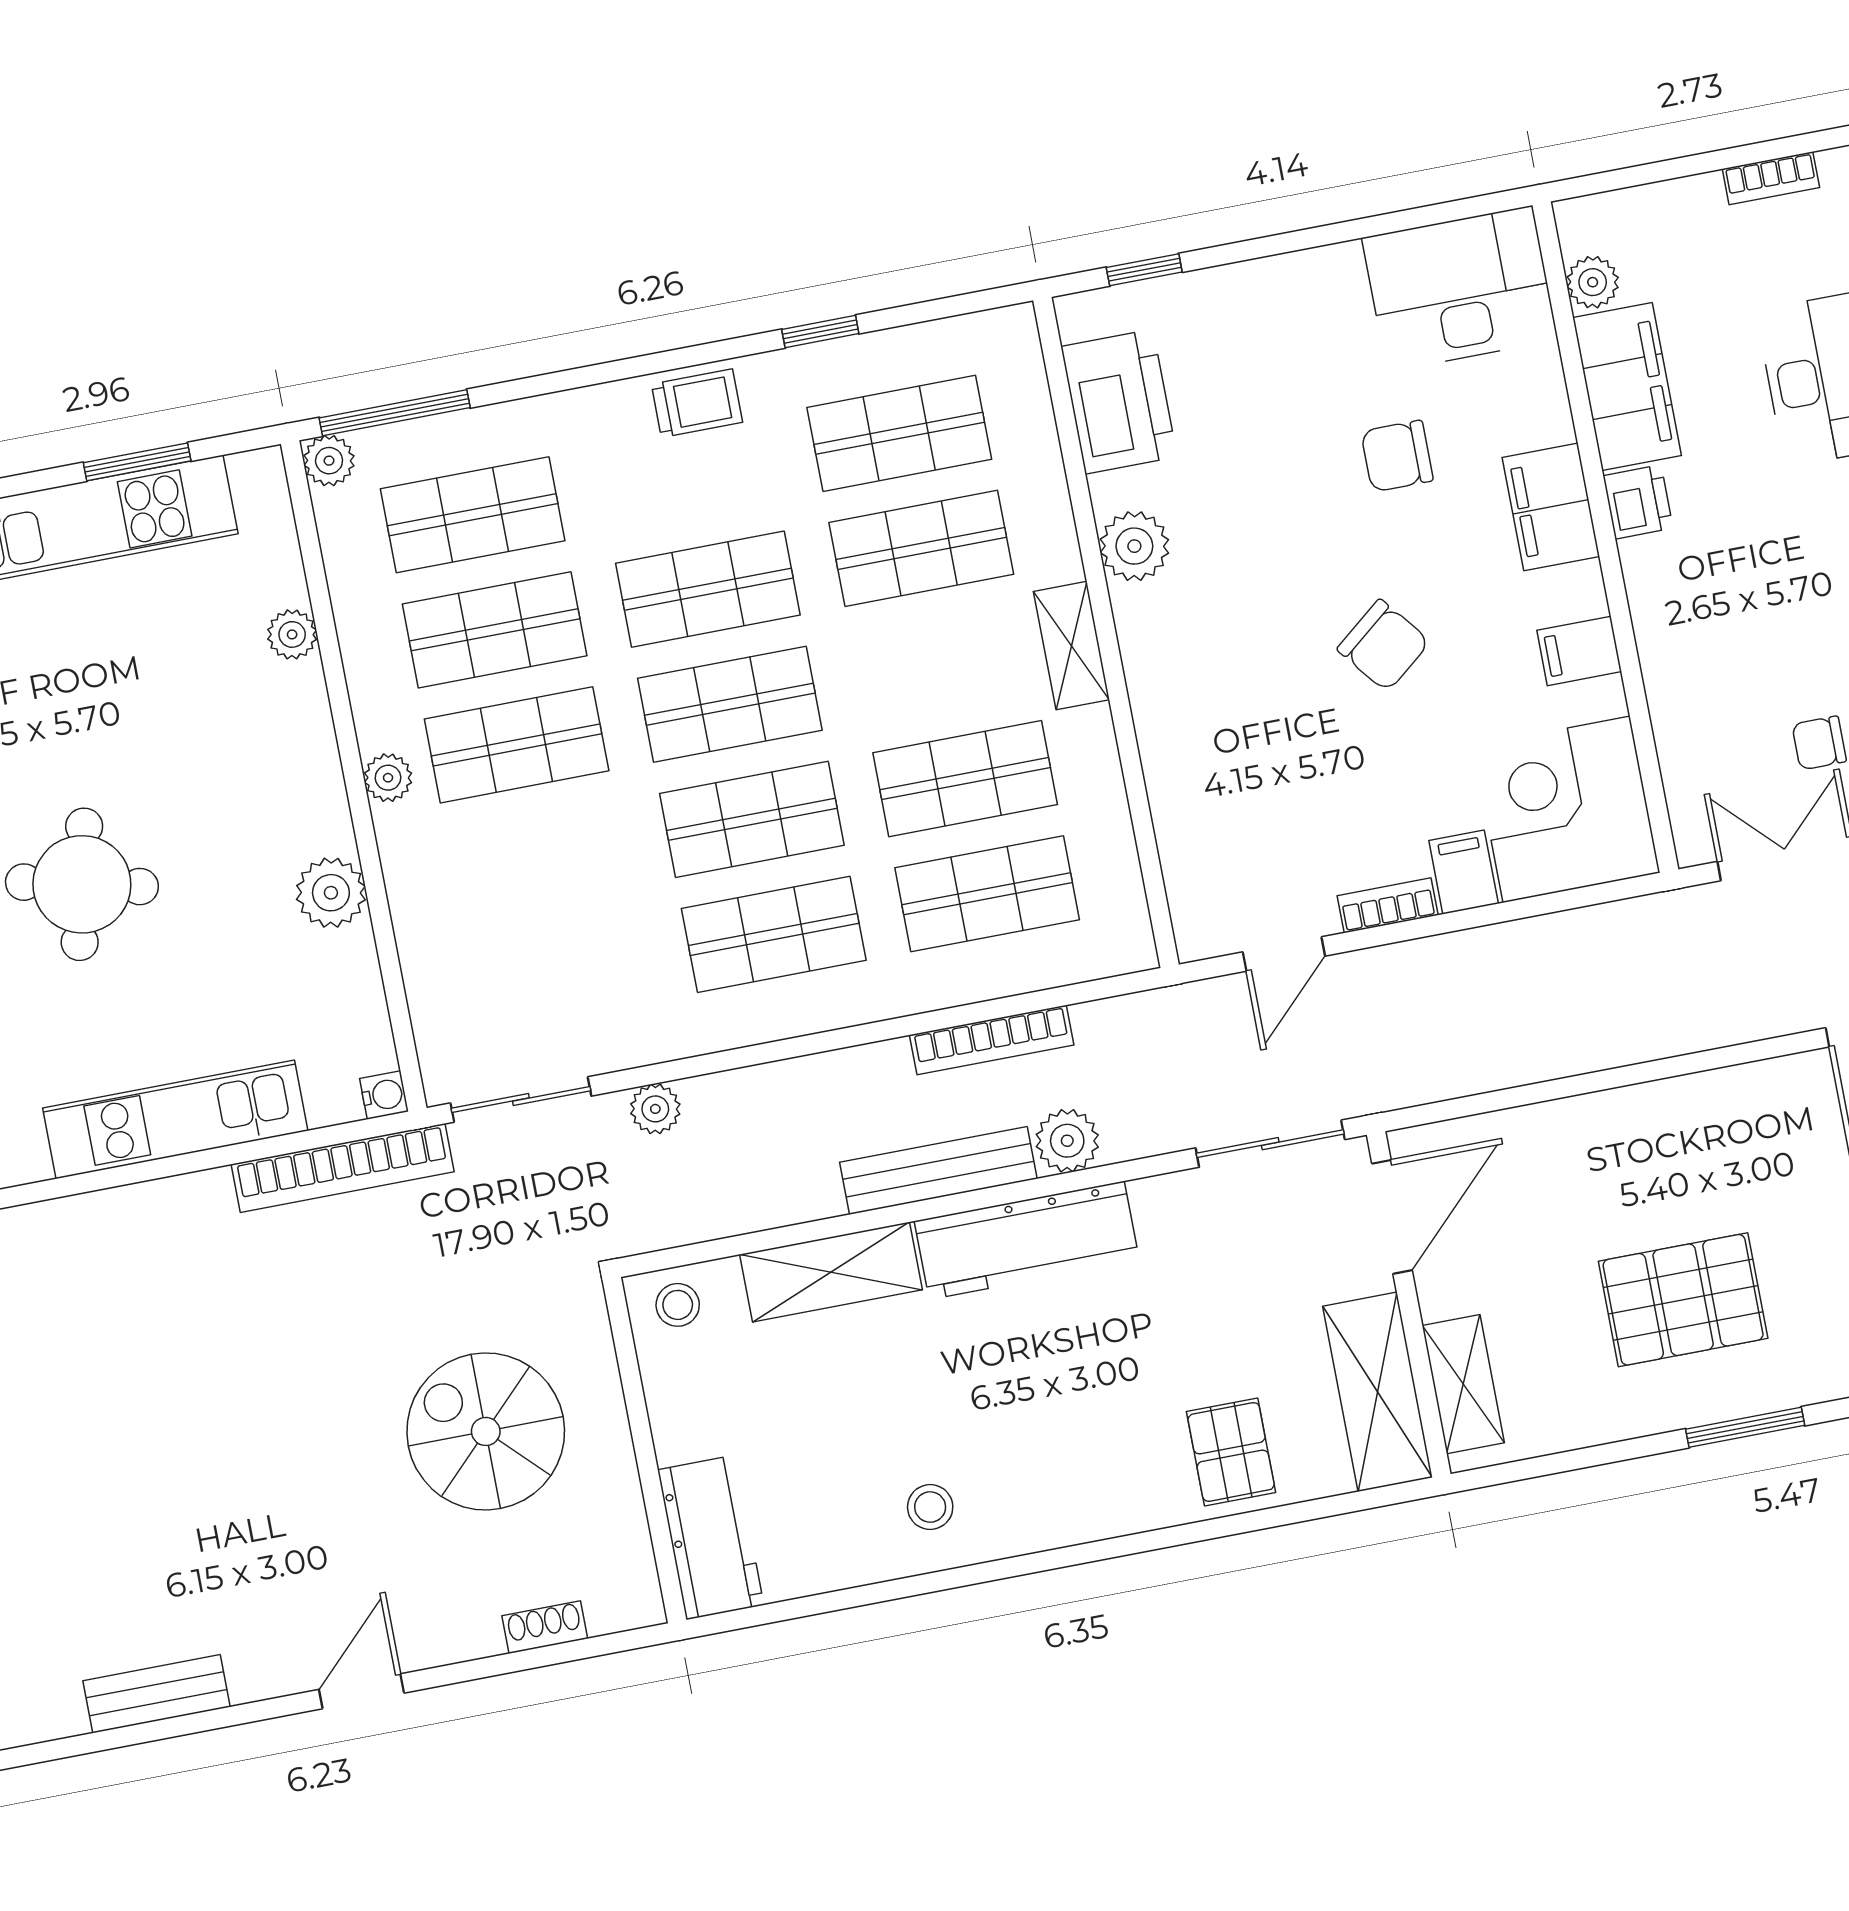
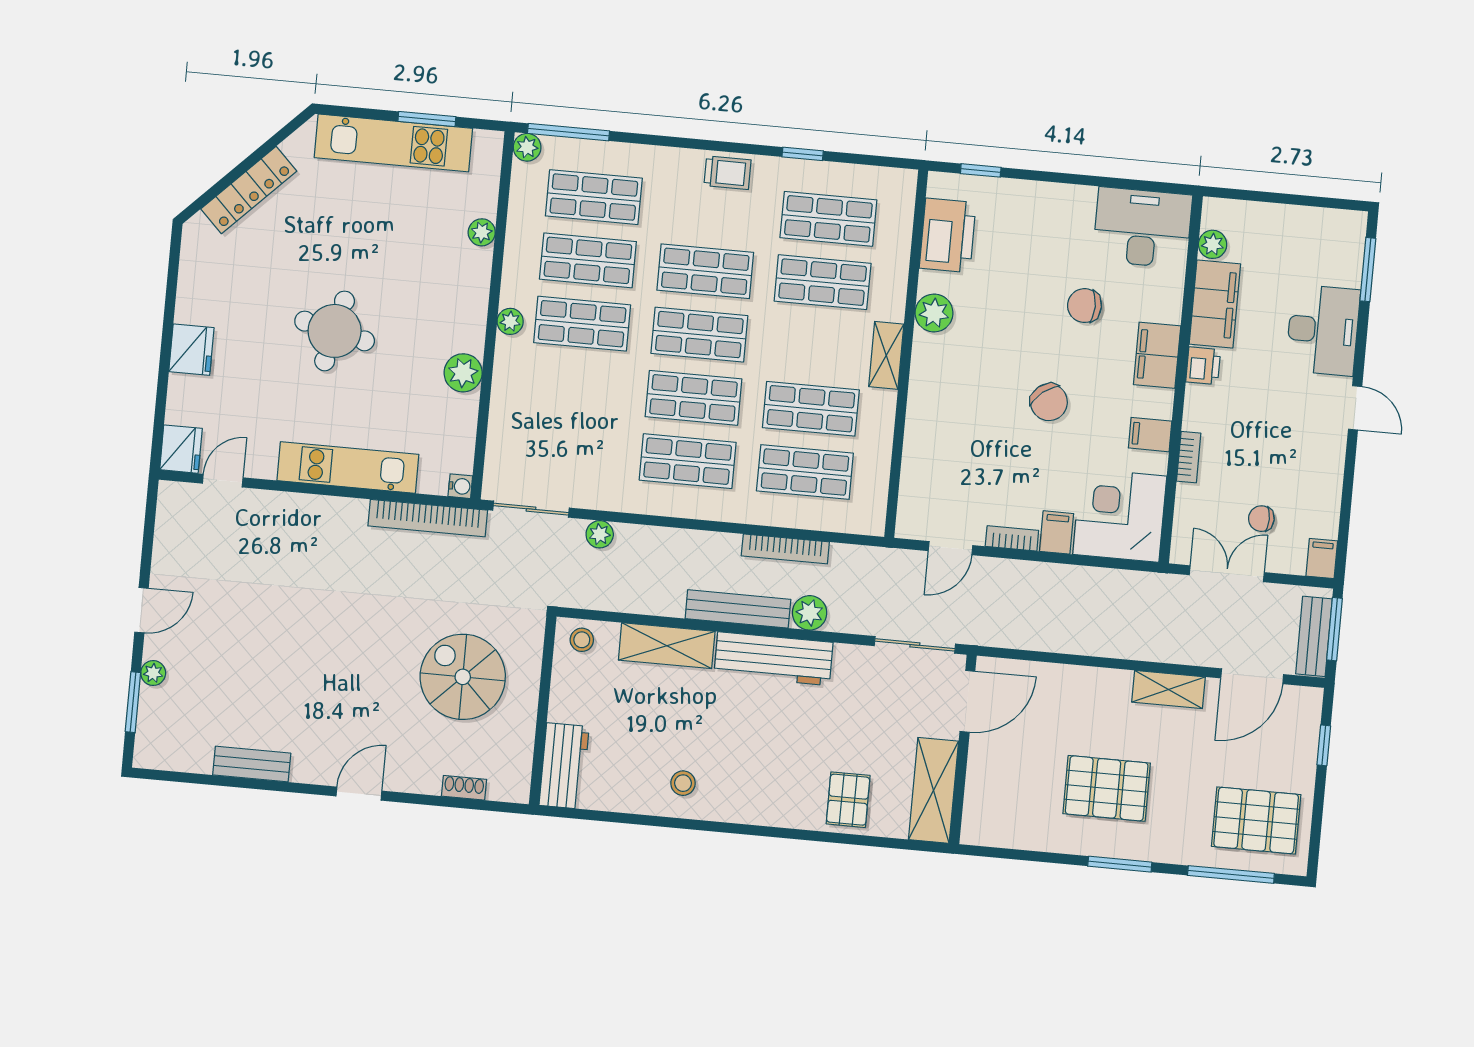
bookcase: (1771, 178) -> (1189, 457), moved, turned -90
shelving: (1463, 1384) -> (1169, 689), moved, turned 90

